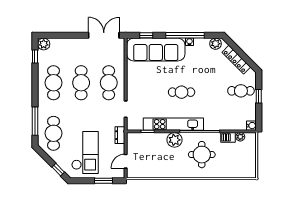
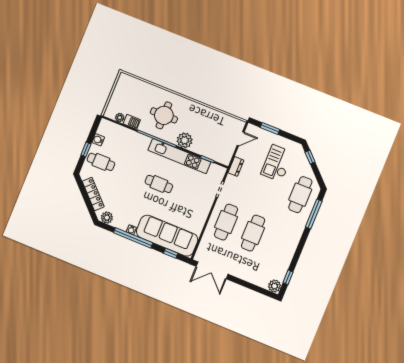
cafe table: (54, 83) -> (280, 244), removed
water cooler: (251, 126) -> (98, 140), moved
checkout: (85, 153) -> (277, 163), width x0.73, depth x0.83

